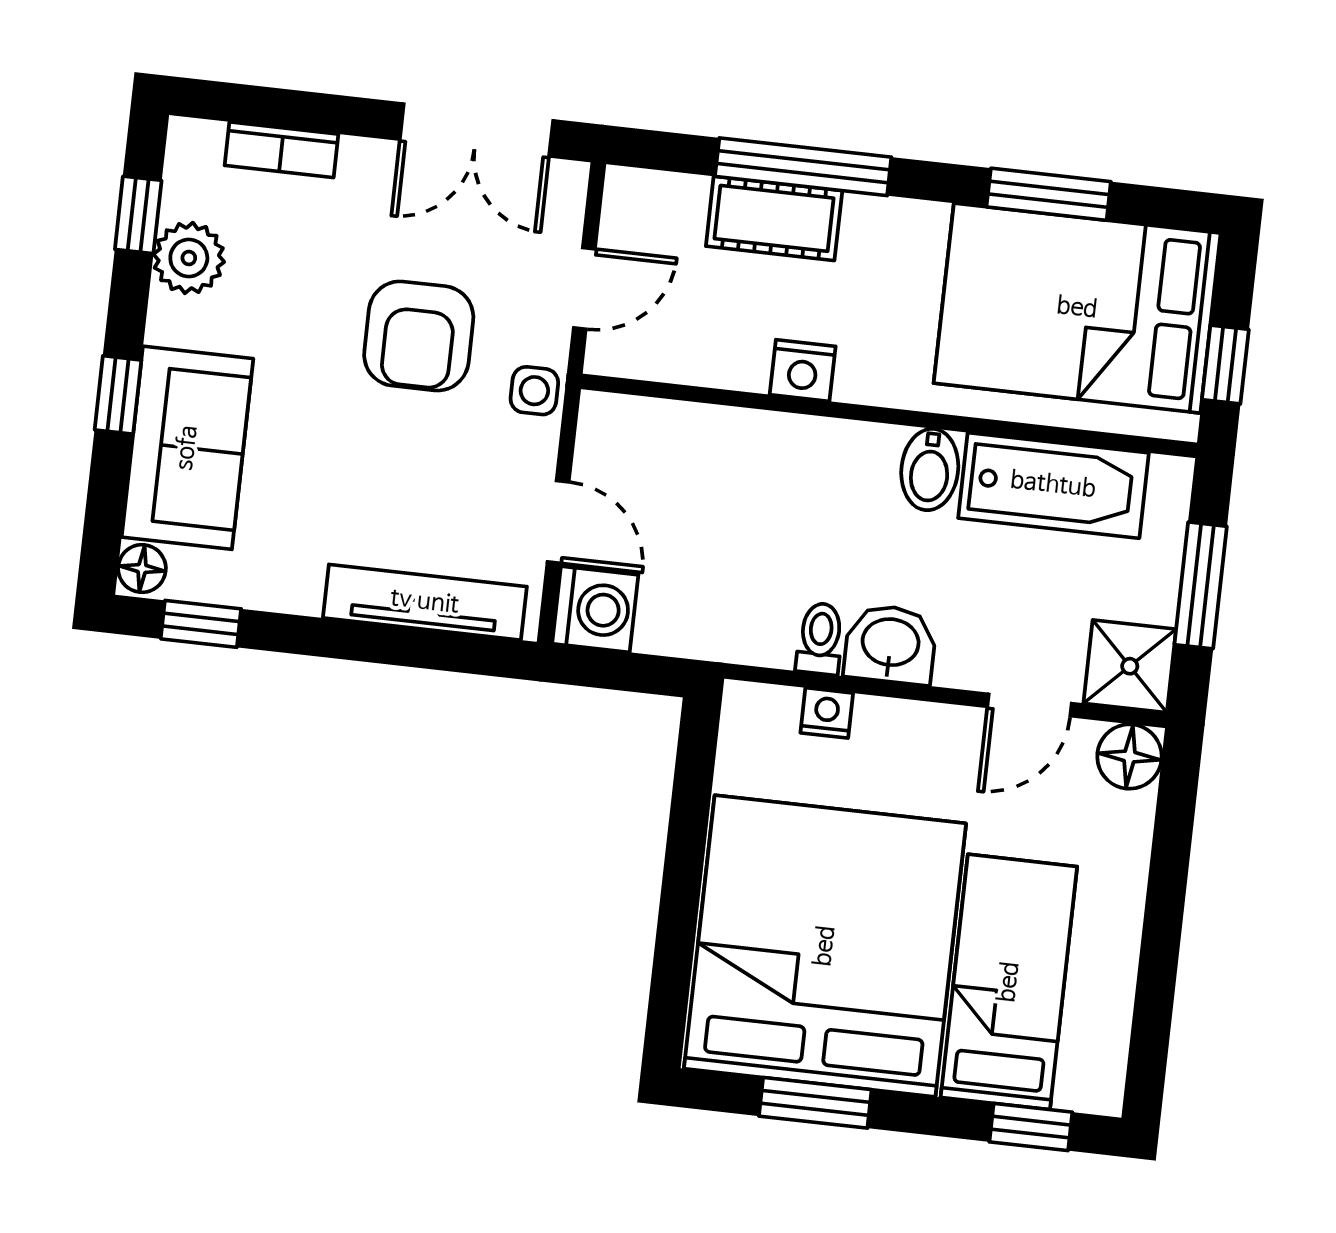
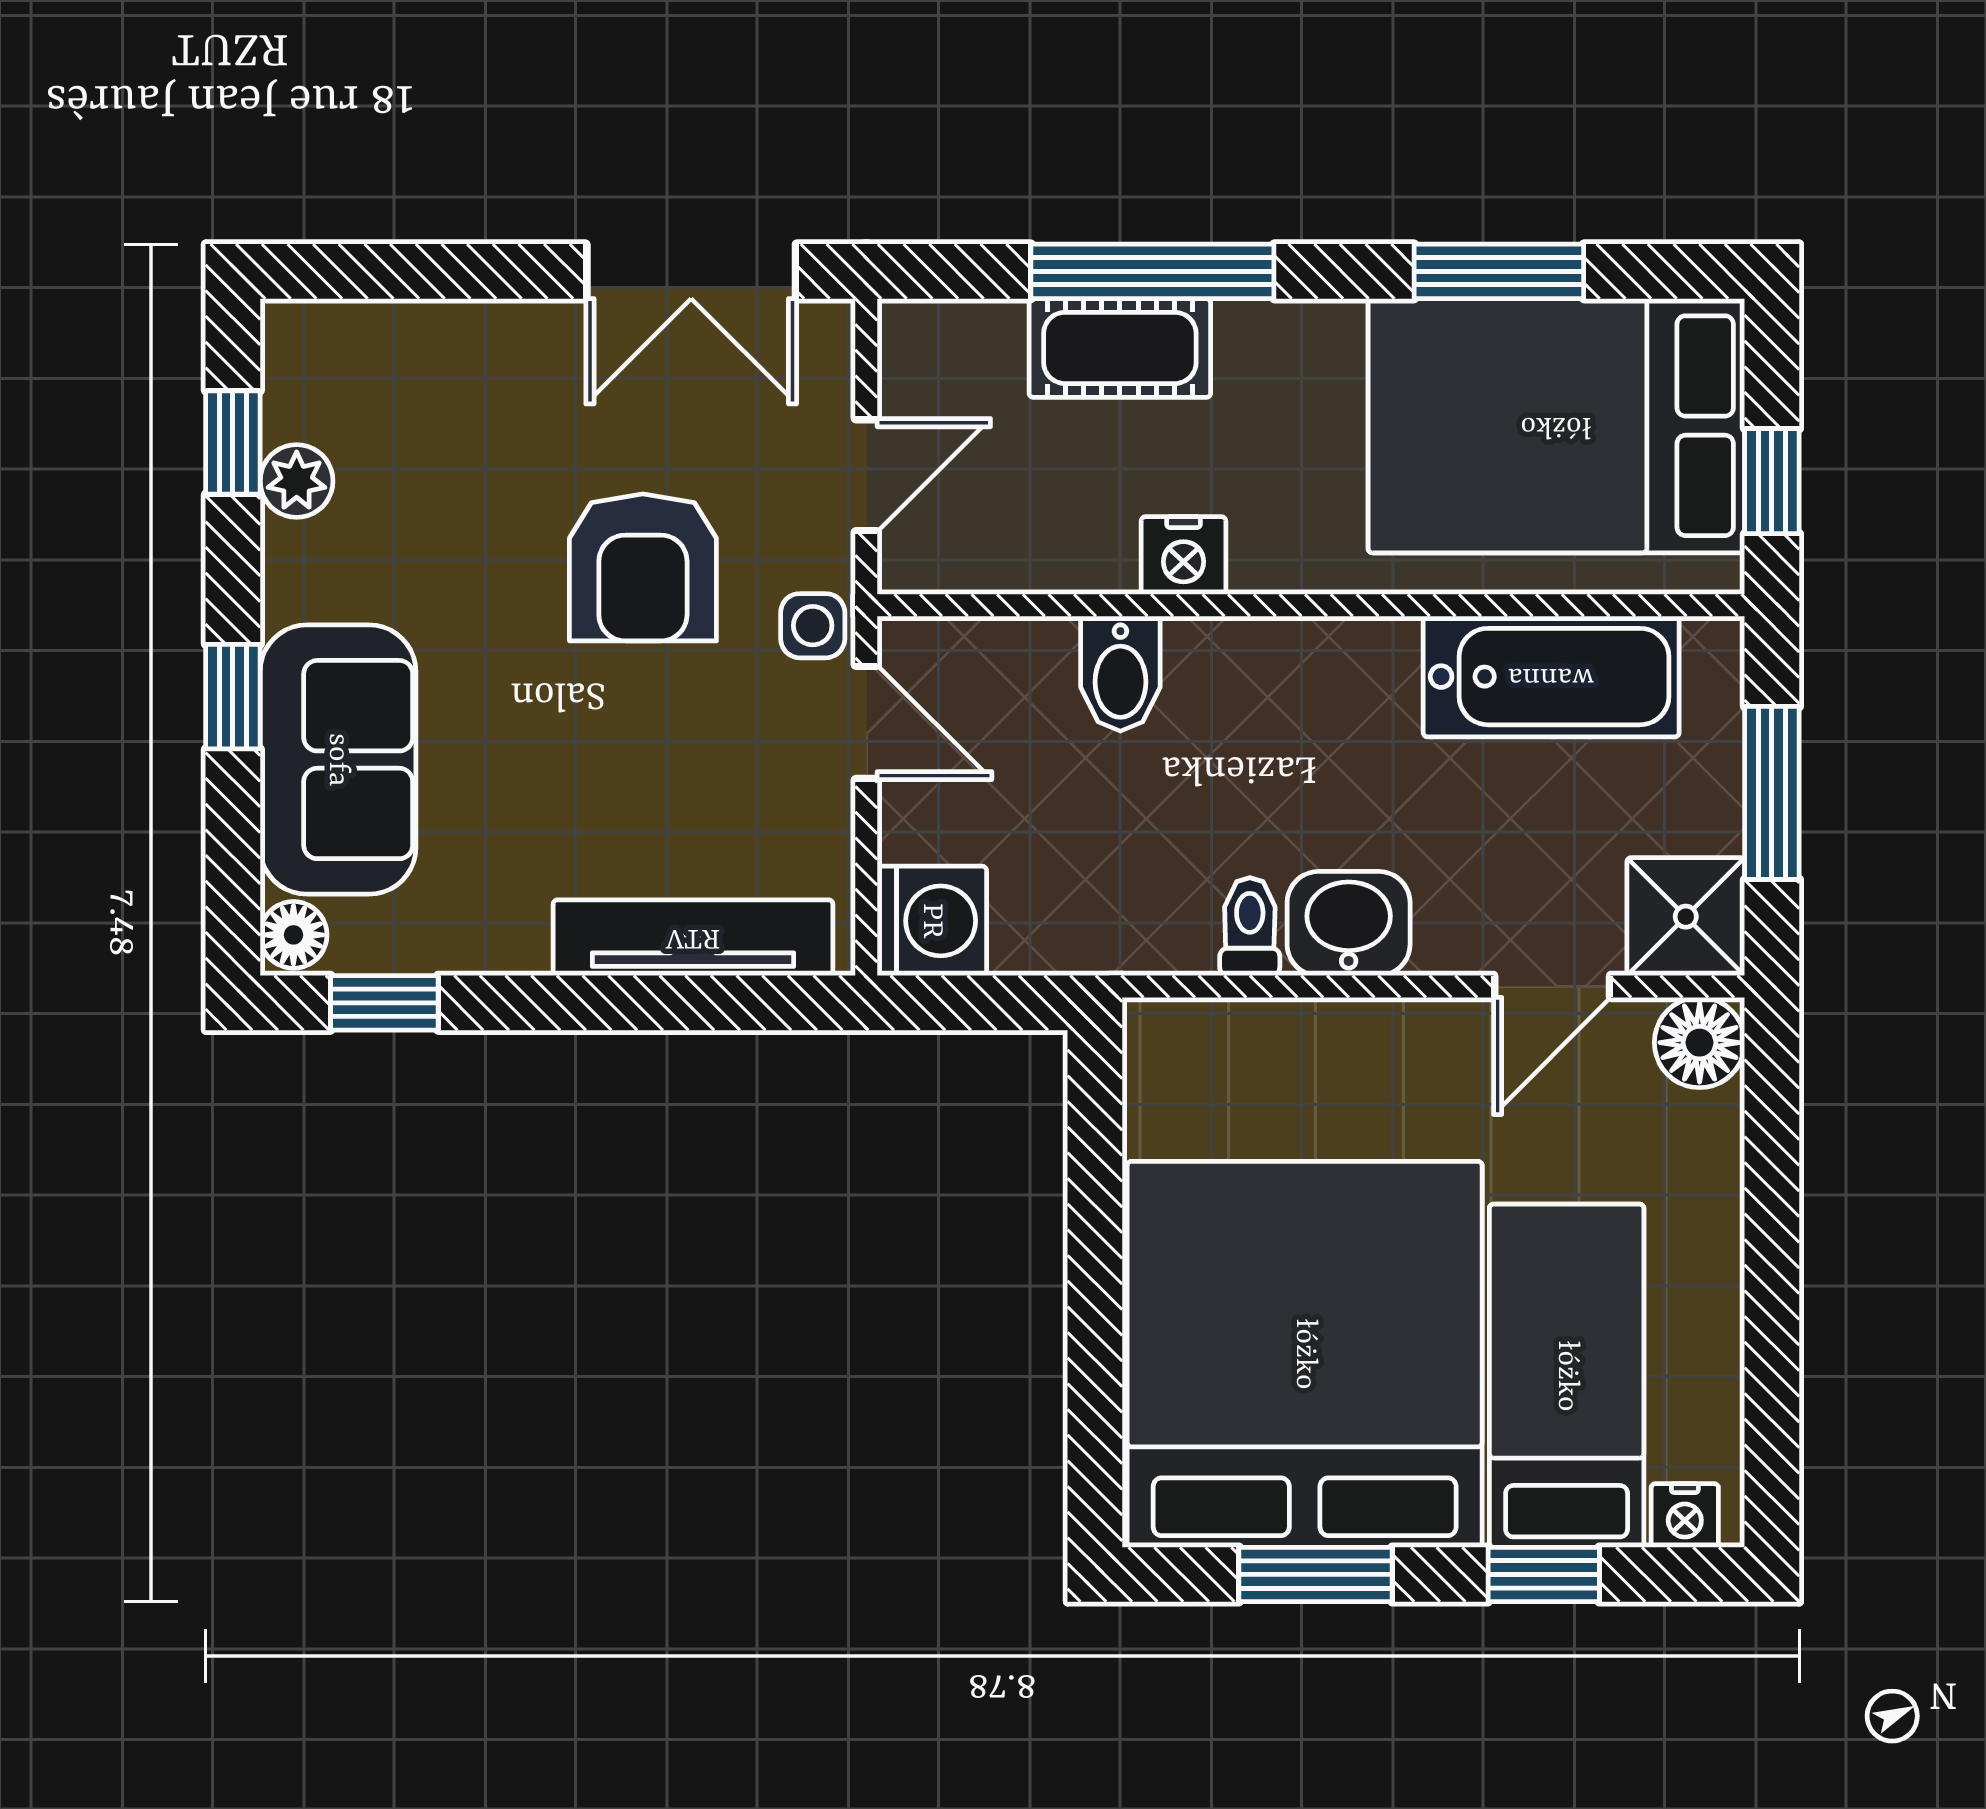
bookcase: (282, 150) -> (423, 329), removed
plant: (189, 258) -> (297, 481), width x0.73, depth x0.73
bidet: (930, 470) -> (1120, 674), moved
door: (558, 522) -> (866, 722), moved
nightstand: (827, 713) -> (1685, 1515), moved, turned 180
window: (1031, 1127) -> (1544, 1574), moved

